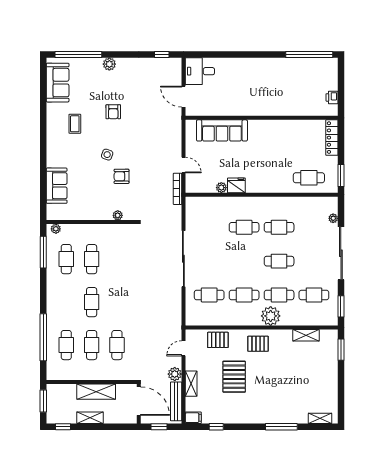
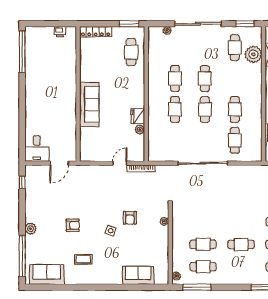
sofa: (222, 130) -> (89, 104), moved
cafe table: (279, 295) -> (205, 109), moved
plant: (271, 316) -> (253, 54), moved

